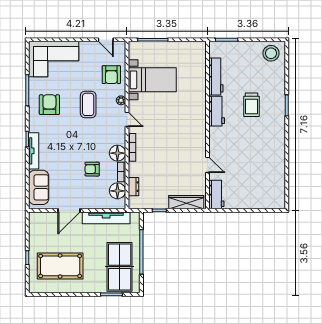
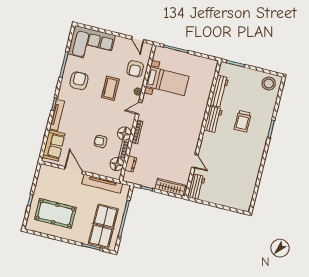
door: (127, 119) -> (139, 108), swing flipped
door: (69, 210) -> (74, 170), swing flipped

